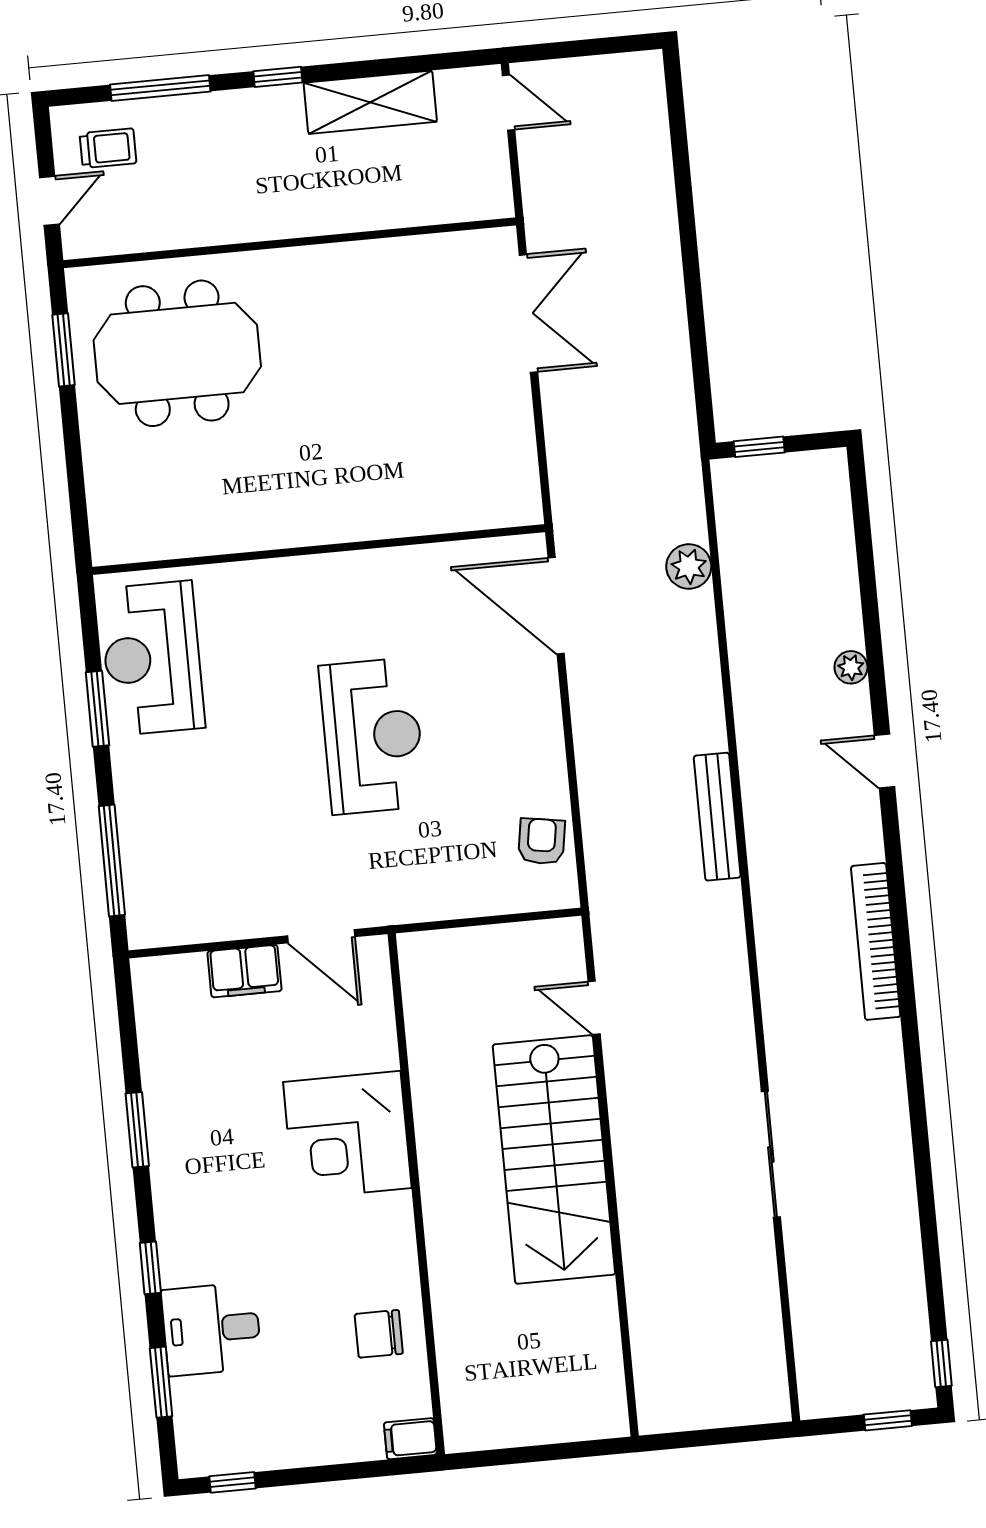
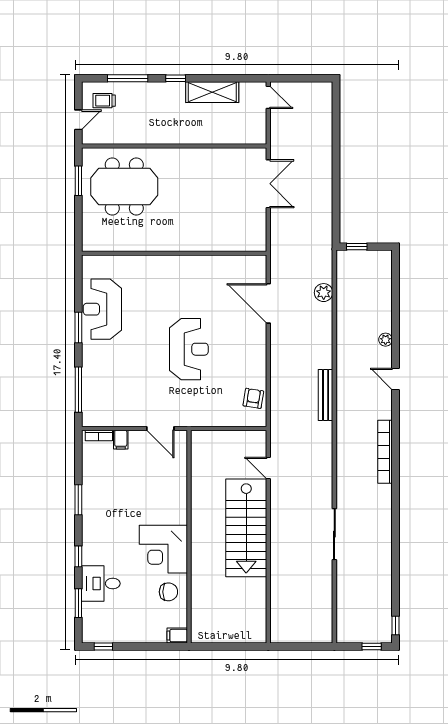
trolley: (108, 148) -> (104, 101), turned 180
wall: (319, 550) -> (174, 253), moved
bookcase: (172, 968) -> (99, 435), added
filing cabinet: (244, 971) -> (121, 440), width x0.50
corner desk: (347, 1135) -> (163, 549), moved
chair: (379, 1334) -> (168, 592), turned 180

